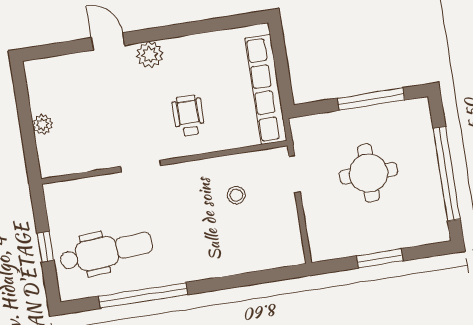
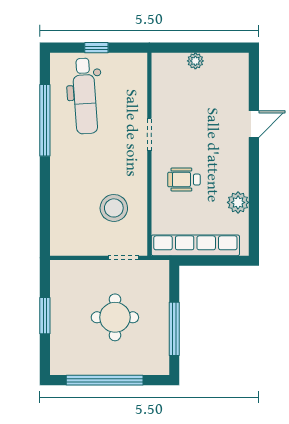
plant: (150, 55) -> (238, 202), moved
wheelchair: (188, 116) -> (184, 180), turned 180
stool: (236, 195) -> (114, 208), width x1.89, depth x1.89

